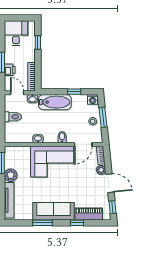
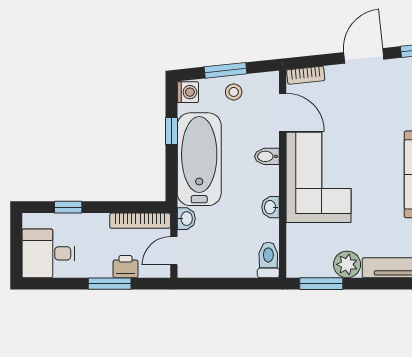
bathtub: (55, 102) -> (199, 159), width x1.36, depth x1.36
toilet: (13, 117) -> (268, 260), moved
plant: (101, 170) -> (336, 74), removed

